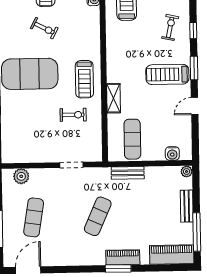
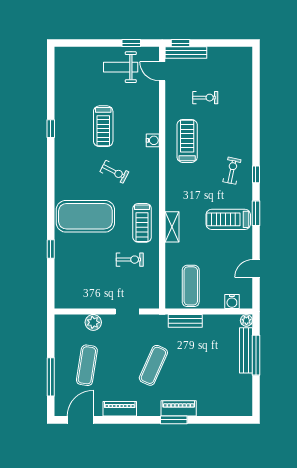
exercise bike: (44, 28) -> (114, 172), moved
shelving: (113, 98) -> (172, 227), moved
door: (195, 106) -> (256, 269), moved
plant: (21, 176) -> (93, 322), moved
bench: (187, 206) -> (246, 350), width x1.36
window: (197, 232) -> (256, 355), moved
piano: (172, 255) -> (120, 409), moved, width x0.73, depth x0.75

